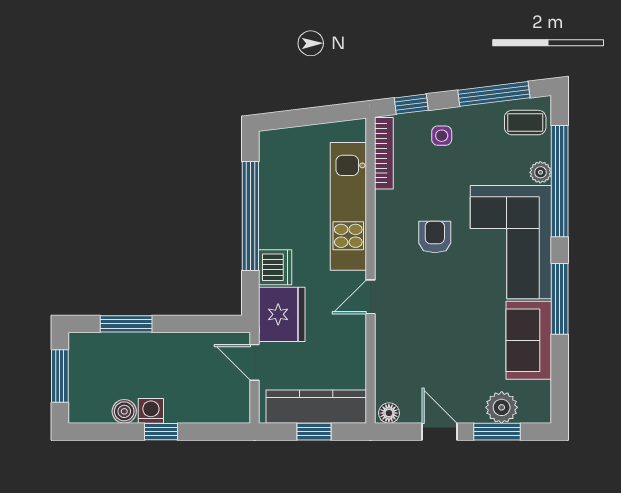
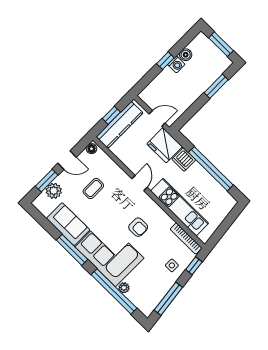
coffee table: (525, 123) -> (93, 188), moved

